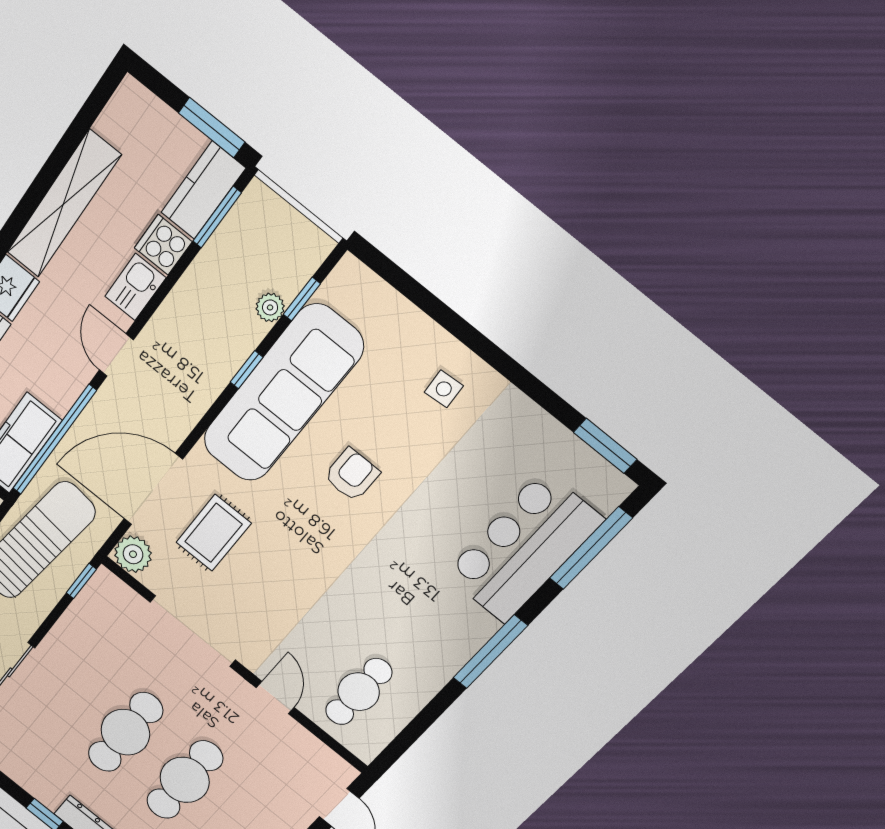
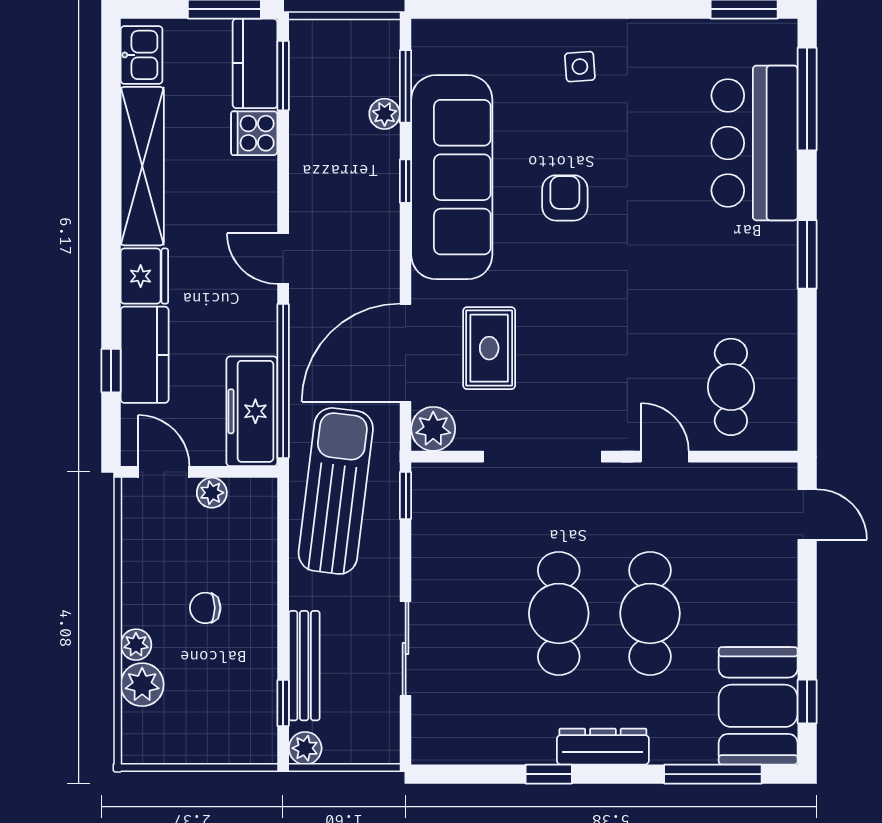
kitchen sink: (135, 287) -> (142, 55), moved, turned 180
window: (302, 299) -> (406, 86), width x1.50
window: (490, 652) -> (807, 254), width x0.69

